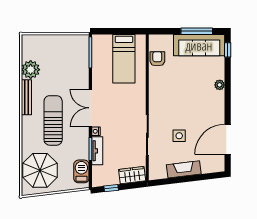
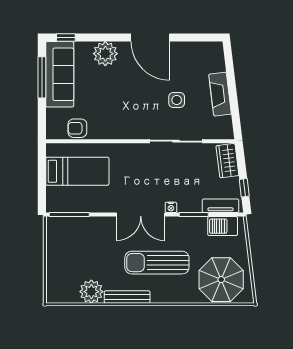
plant: (220, 85) -> (105, 54), width x1.88, depth x1.88
door: (228, 139) -> (150, 38), moved
tv unit: (97, 151) -> (221, 206), moved

